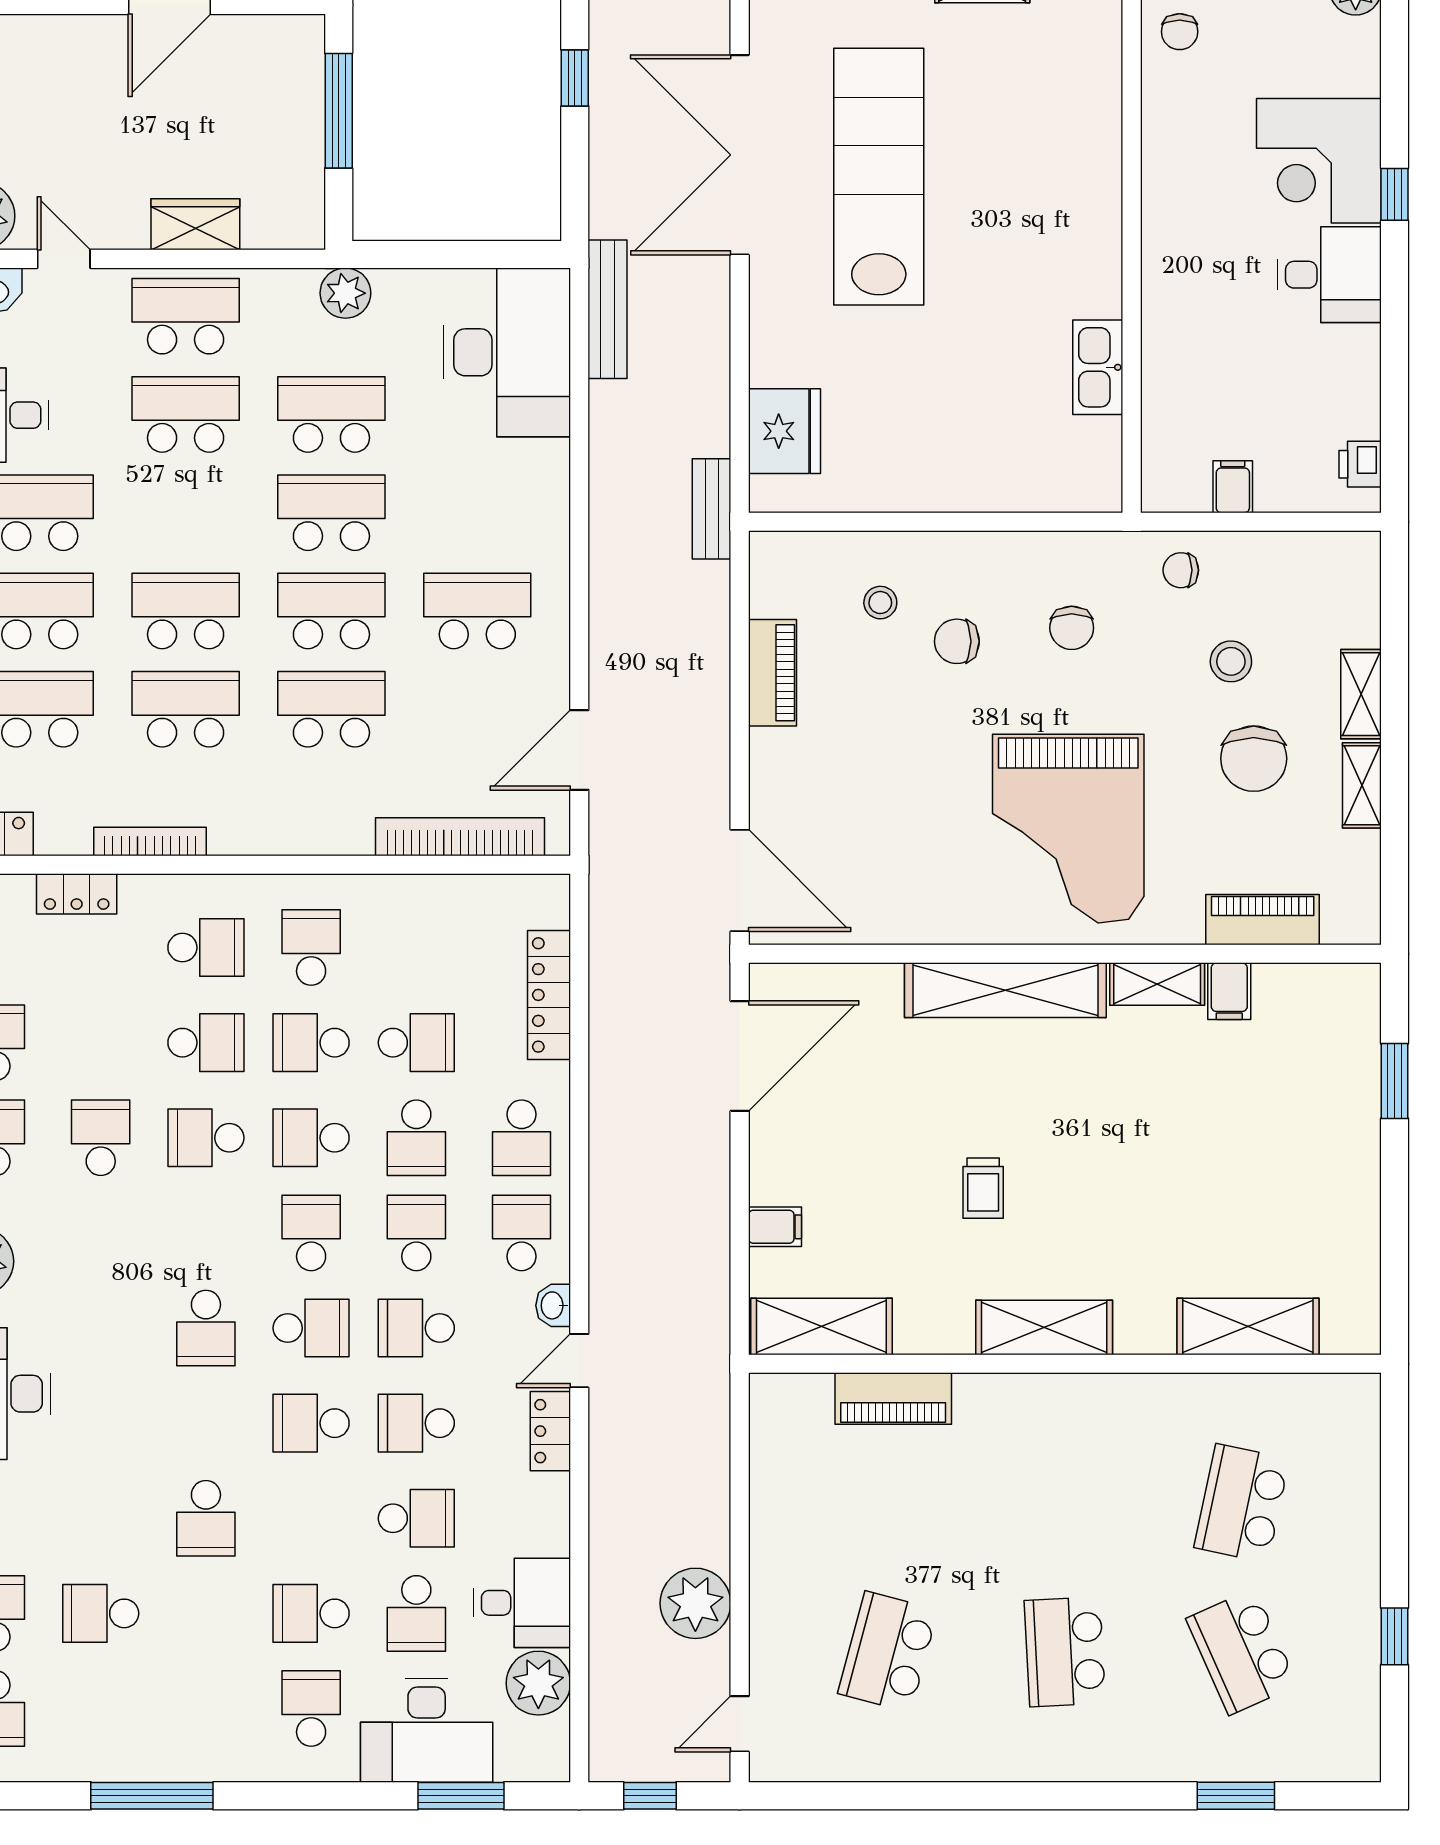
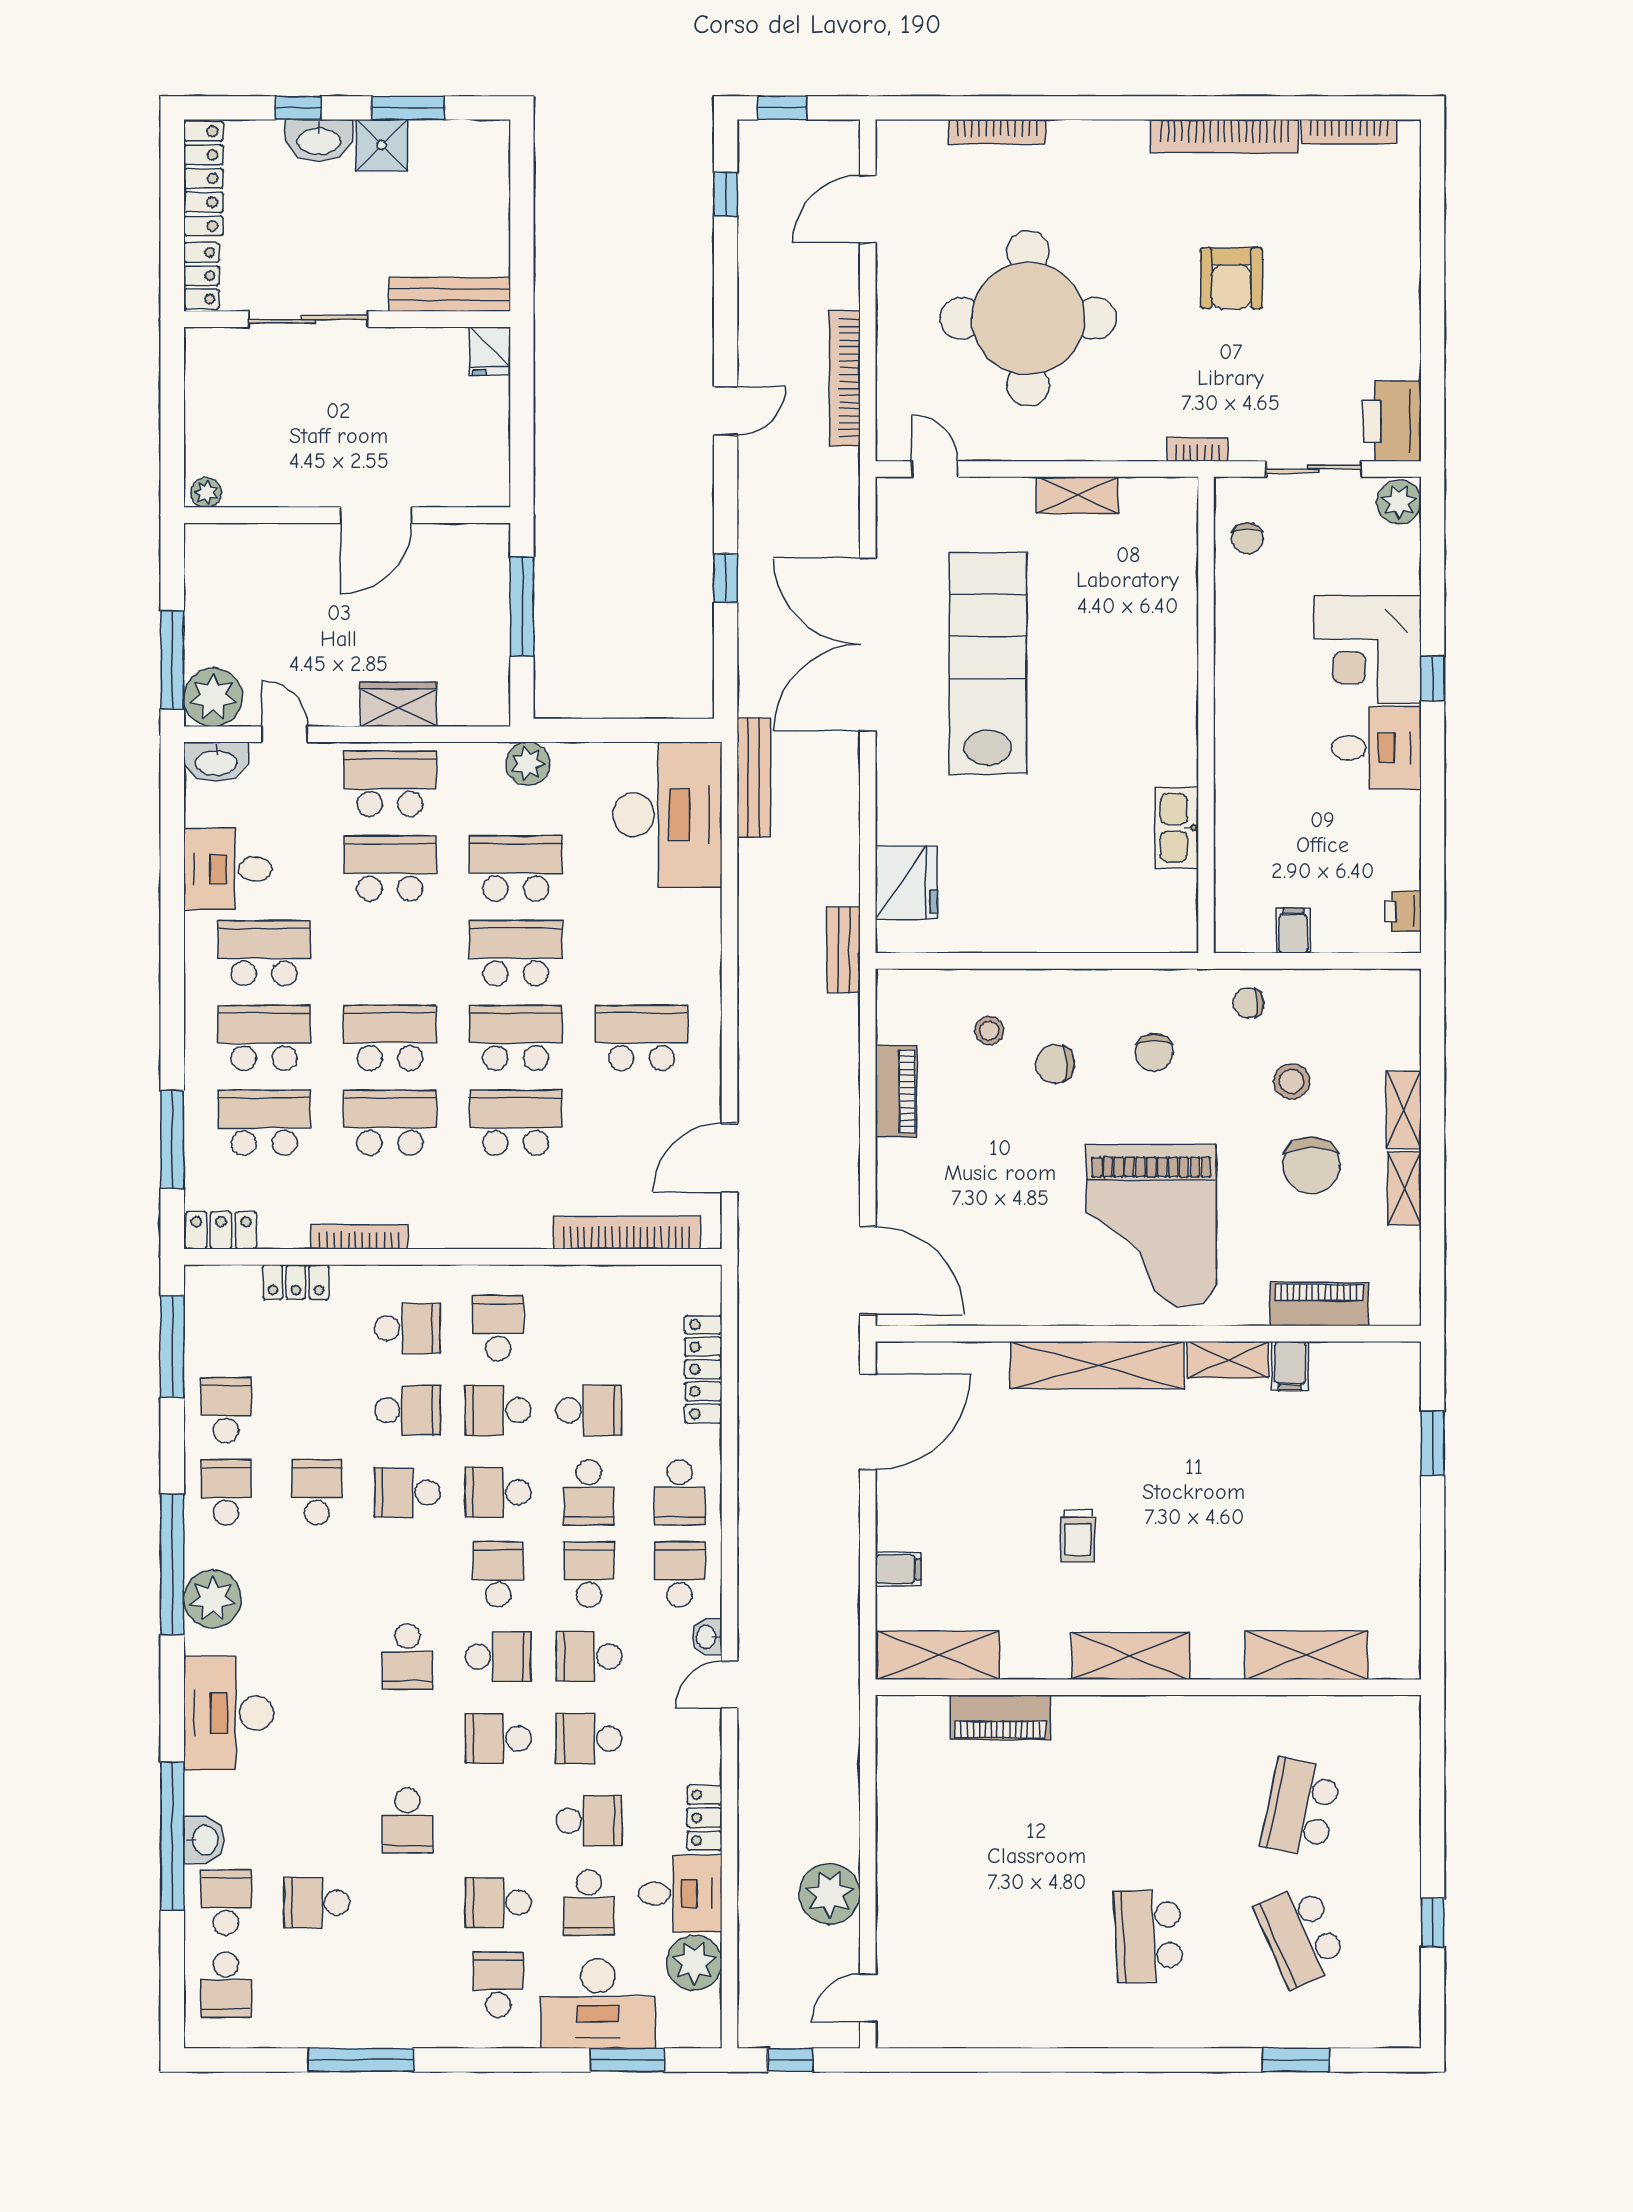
locker: (550, 1431) -> (704, 1818), moved
school desk: (888, 1652) -> (996, 1936), removed

